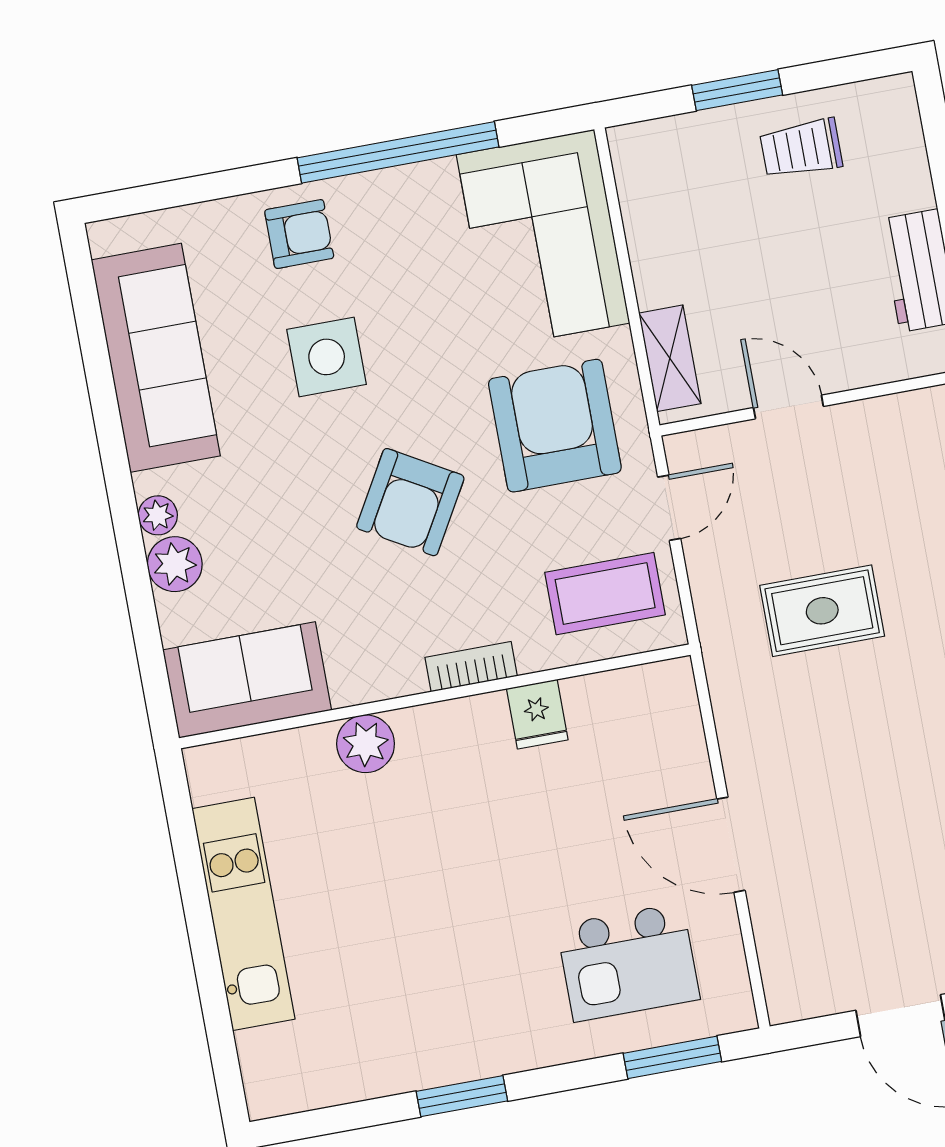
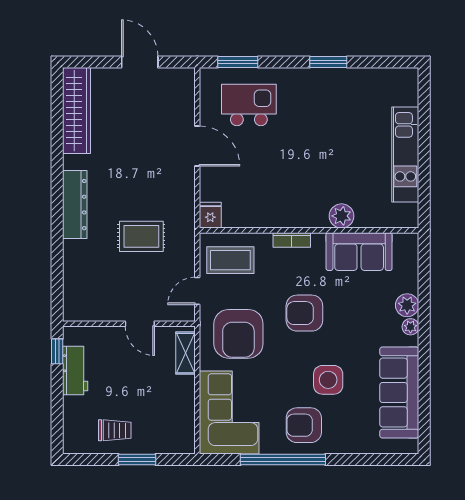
armchair: (299, 234) -> (304, 425), moved, width x1.38, depth x1.38
armchair: (410, 502) -> (304, 313), turned -120
sofa: (247, 680) -> (359, 252), moved
fridge: (537, 714) -> (210, 215), moved

